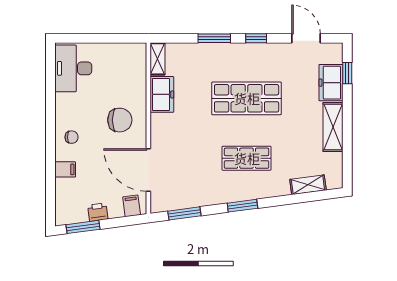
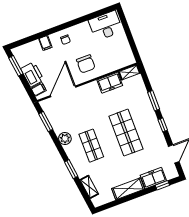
plant: (221, 194) -> (65, 139), added
window: (242, 206) -> (71, 169), moved
printer: (98, 212) -> (32, 74), width x1.87, depth x1.48

